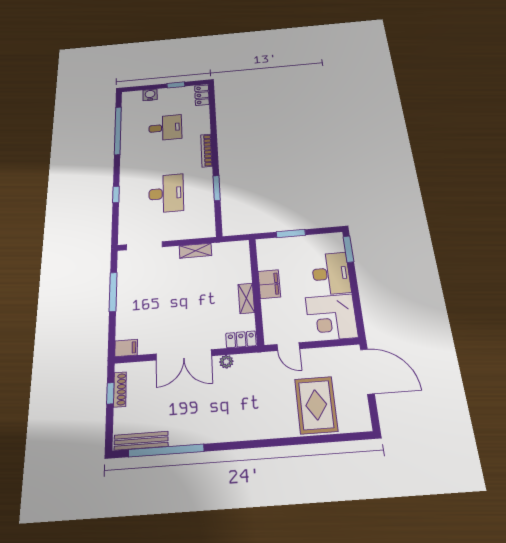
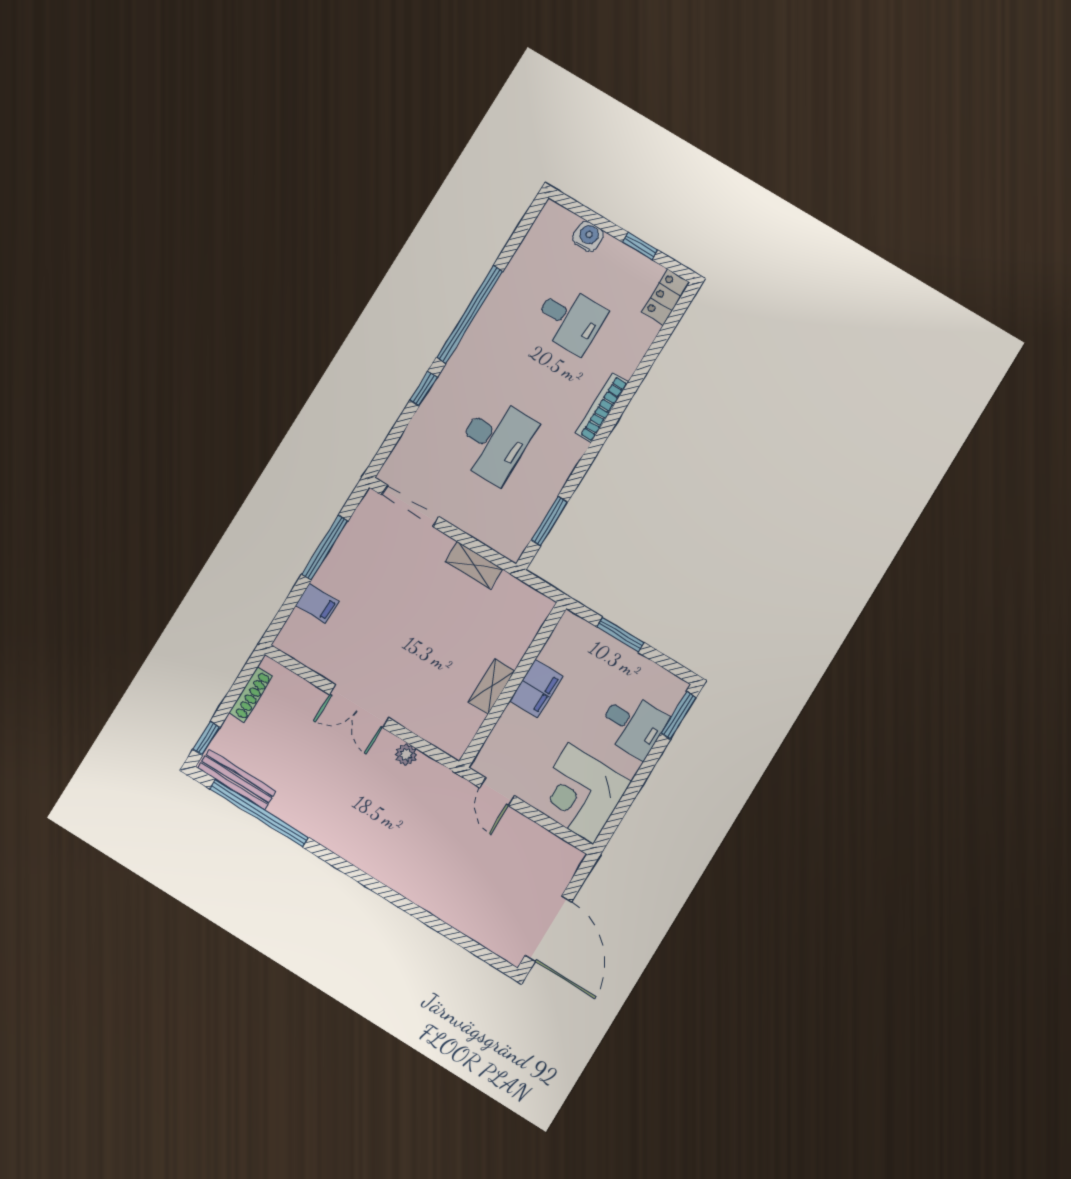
window: (118, 130) -> (470, 314), moved
window: (217, 188) -> (549, 521), moved
desk: (331, 274) -> (633, 725), width x0.73
locker: (241, 339) -> (445, 738), removed
filing cabinet: (126, 348) -> (317, 603), moved
double door: (184, 355) -> (359, 706), width x0.73
door: (367, 371) -> (548, 929), moved
window: (110, 393) -> (206, 738), moved
rug: (316, 405) -> (475, 889), removed

